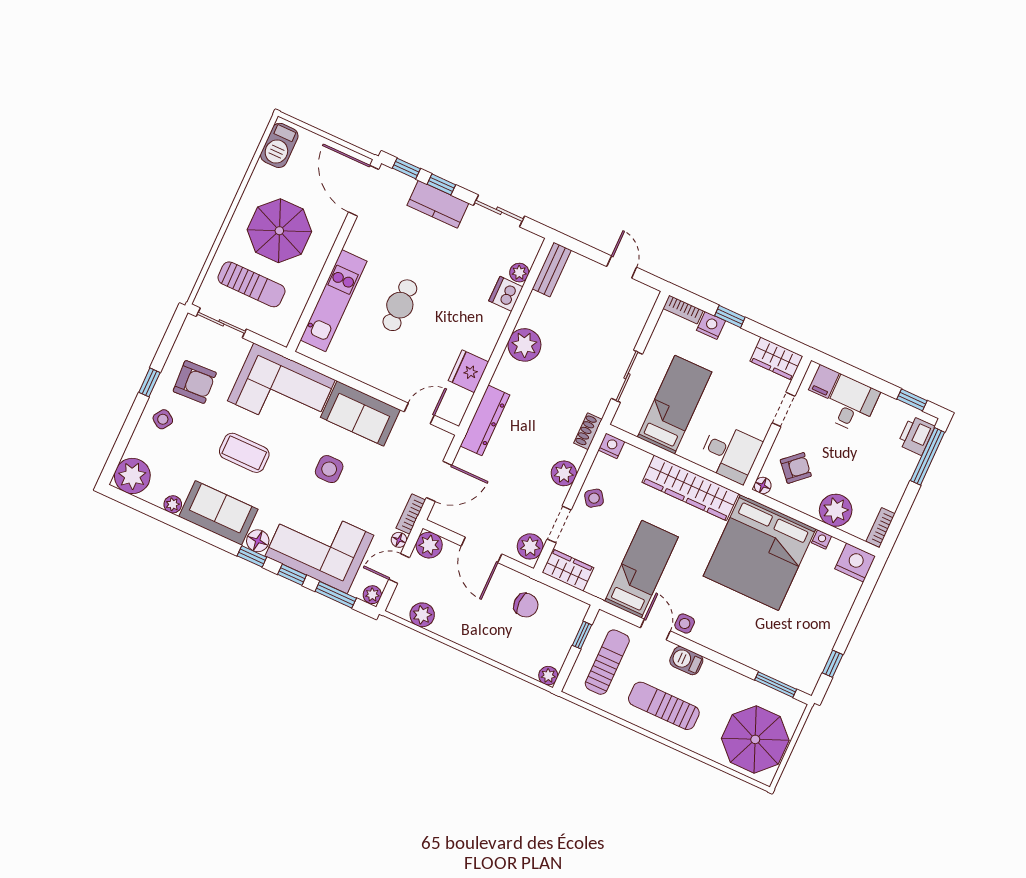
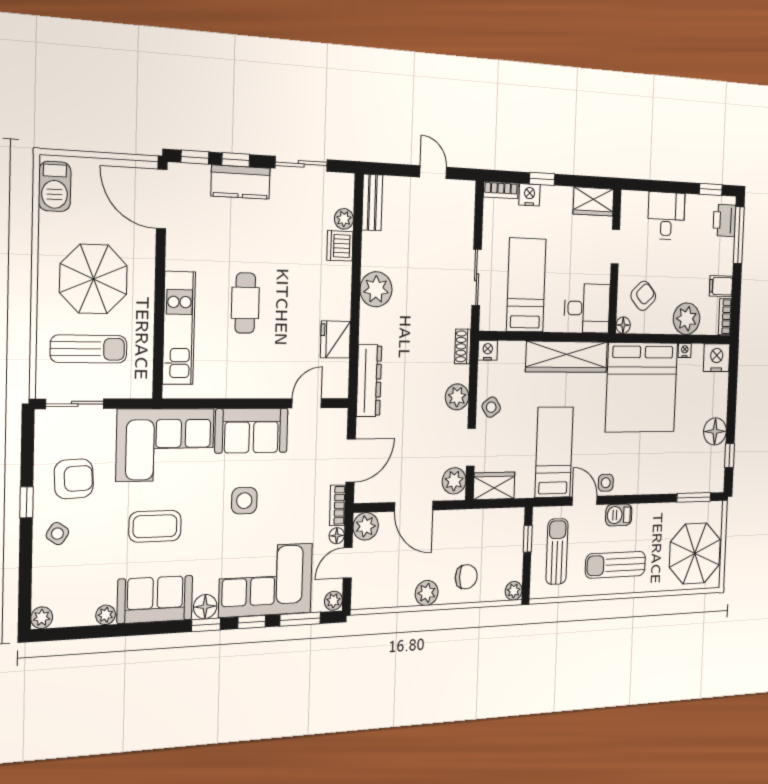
filing cabinet: (824, 381) -> (721, 286), moved, turned 90
plant: (132, 476) -> (42, 618), width x0.53, depth x0.53
chair: (526, 605) -> (466, 577), moved
plant: (422, 615) -> (427, 593), moved
floor lamp: (825, 633) -> (715, 431), added

